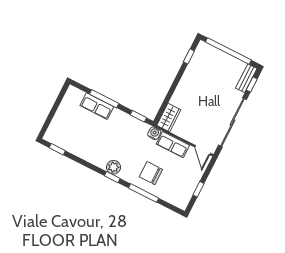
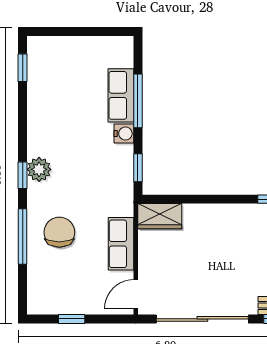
water cooler: (154, 133) -> (124, 134), moved

